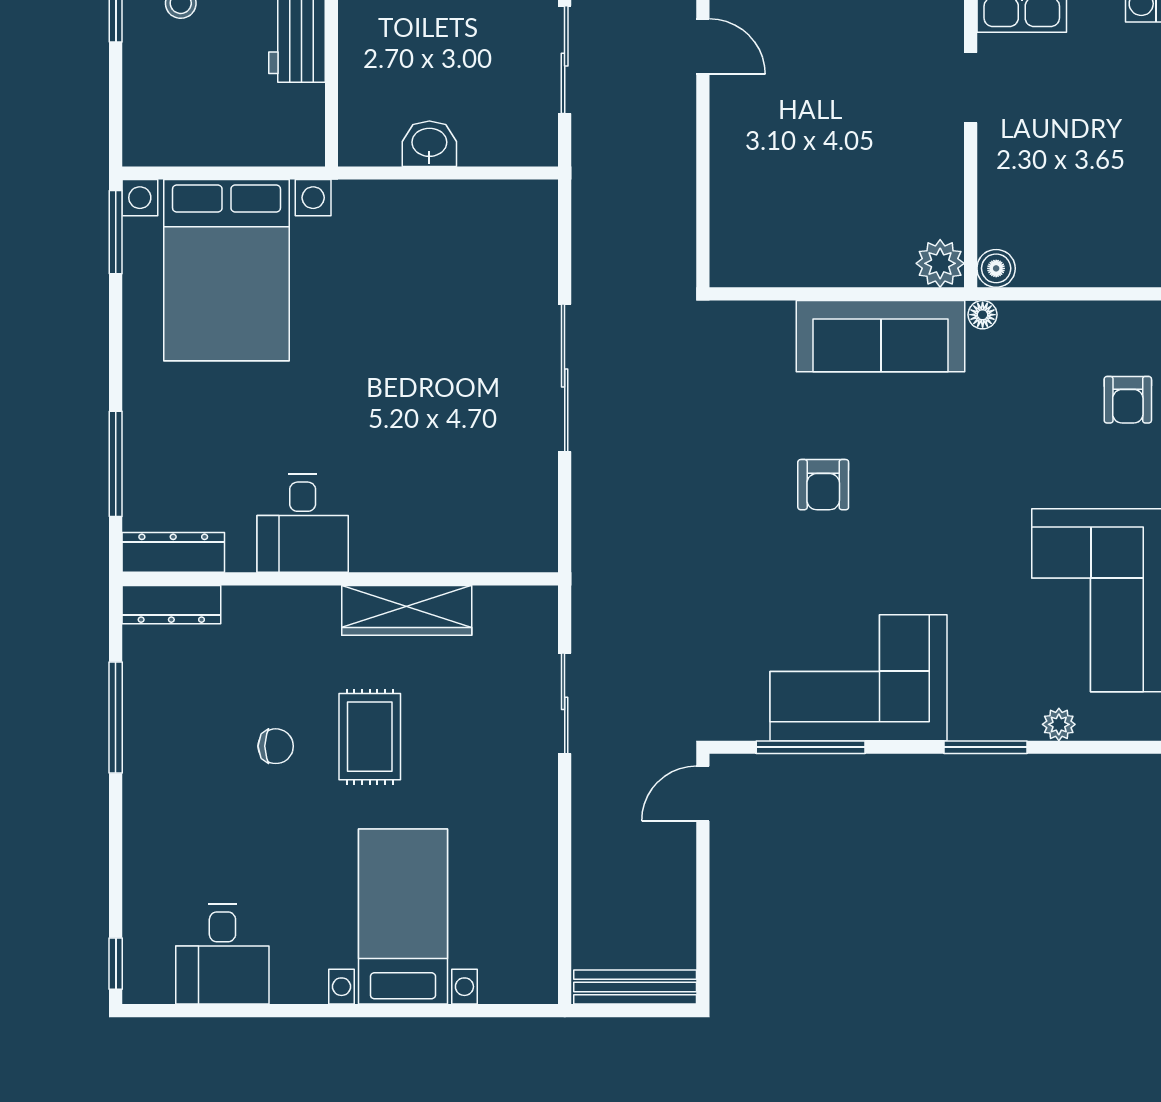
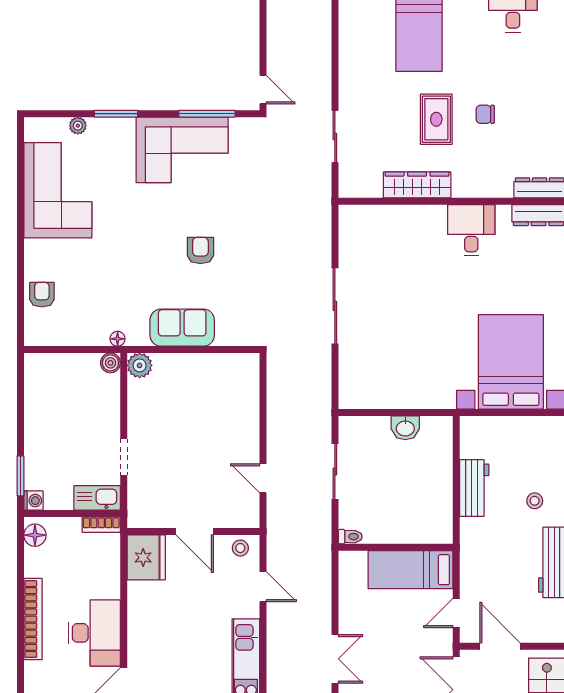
sofa: (881, 336) -> (182, 328), width x0.73
door: (703, 794) -> (263, 90), hinge flipped

